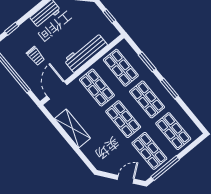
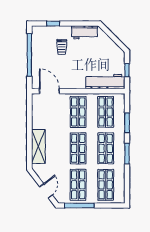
workbench: (86, 53) -> (105, 82), moved
trolley: (36, 56) -> (62, 47), moved
door: (57, 90) -> (49, 91), hinge flipped
shelving: (73, 128) -> (38, 147), moved
door: (126, 179) -> (46, 191), hinge flipped

